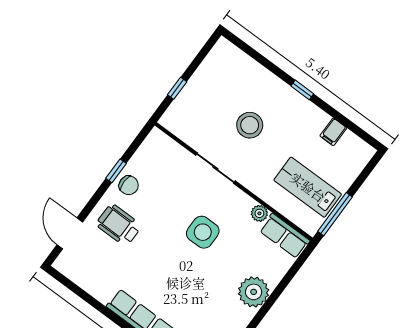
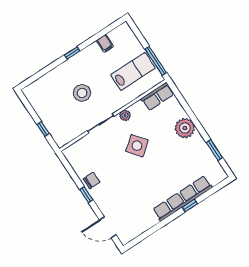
window: (116, 171) -> (86, 195), moved
lab bench: (308, 187) -> (133, 71), turned 180
plant: (259, 213) -> (125, 115), moved
wheelchair: (119, 225) -> (114, 195), removed
side table: (203, 232) -> (137, 146), turned -38

